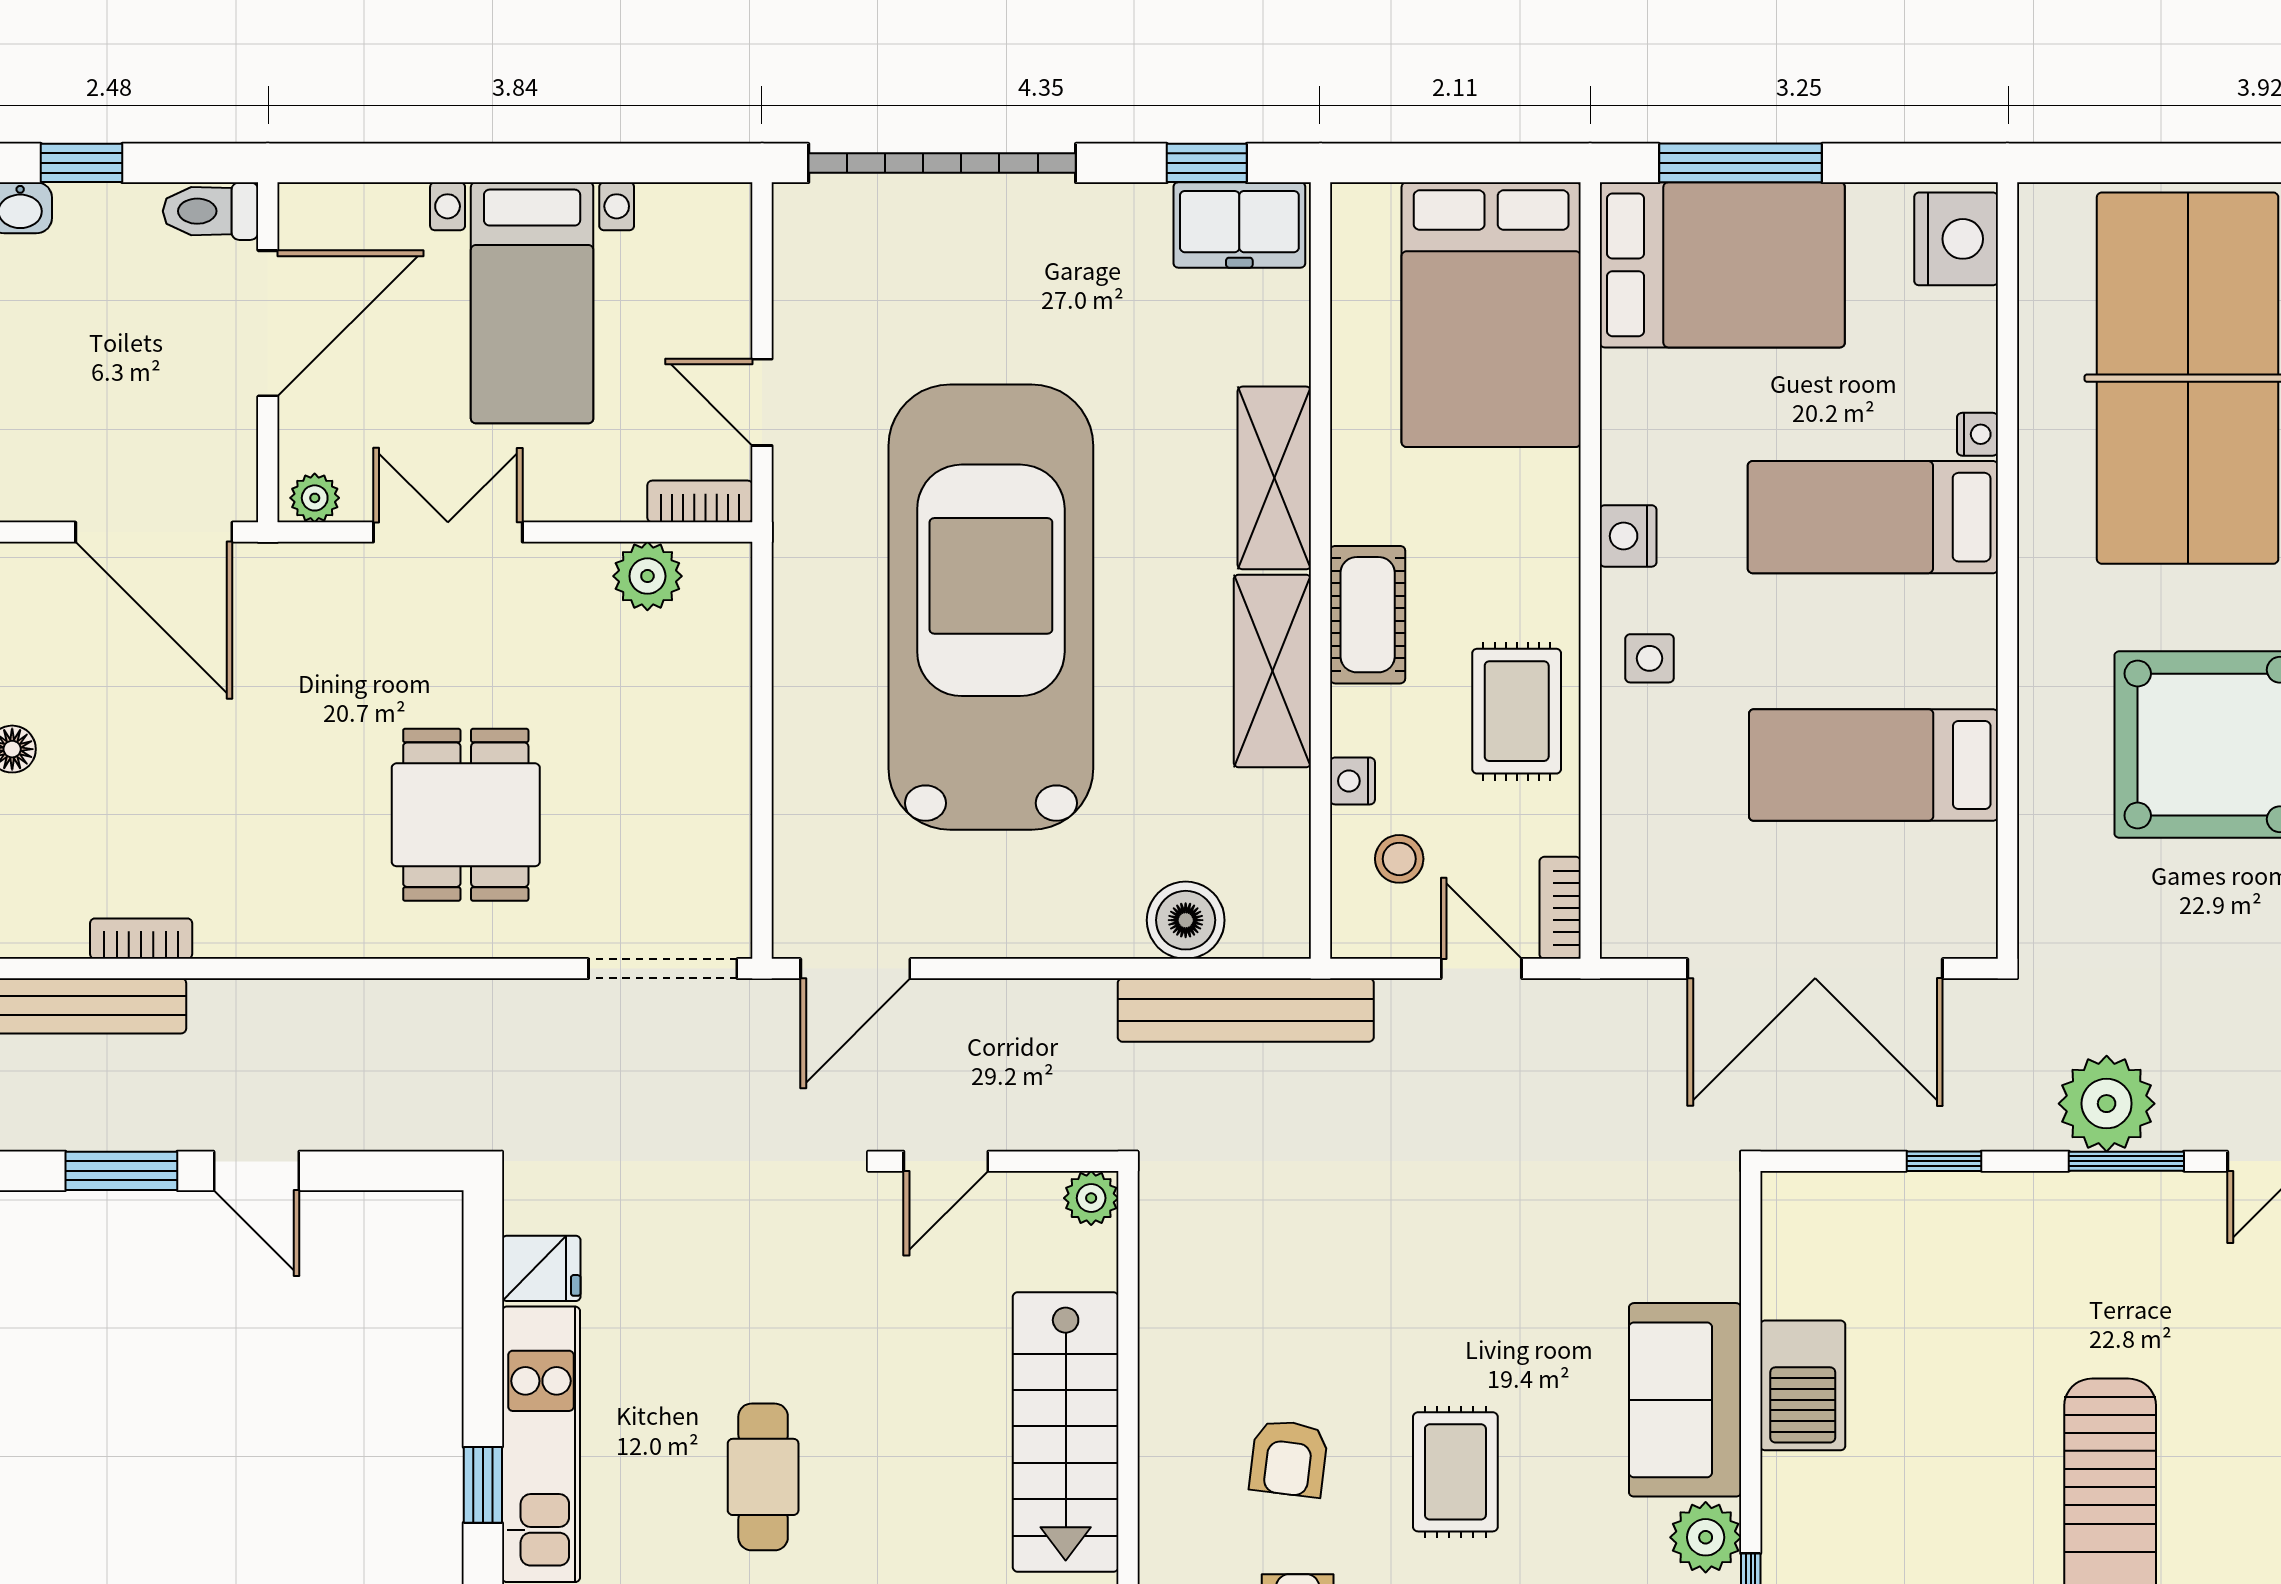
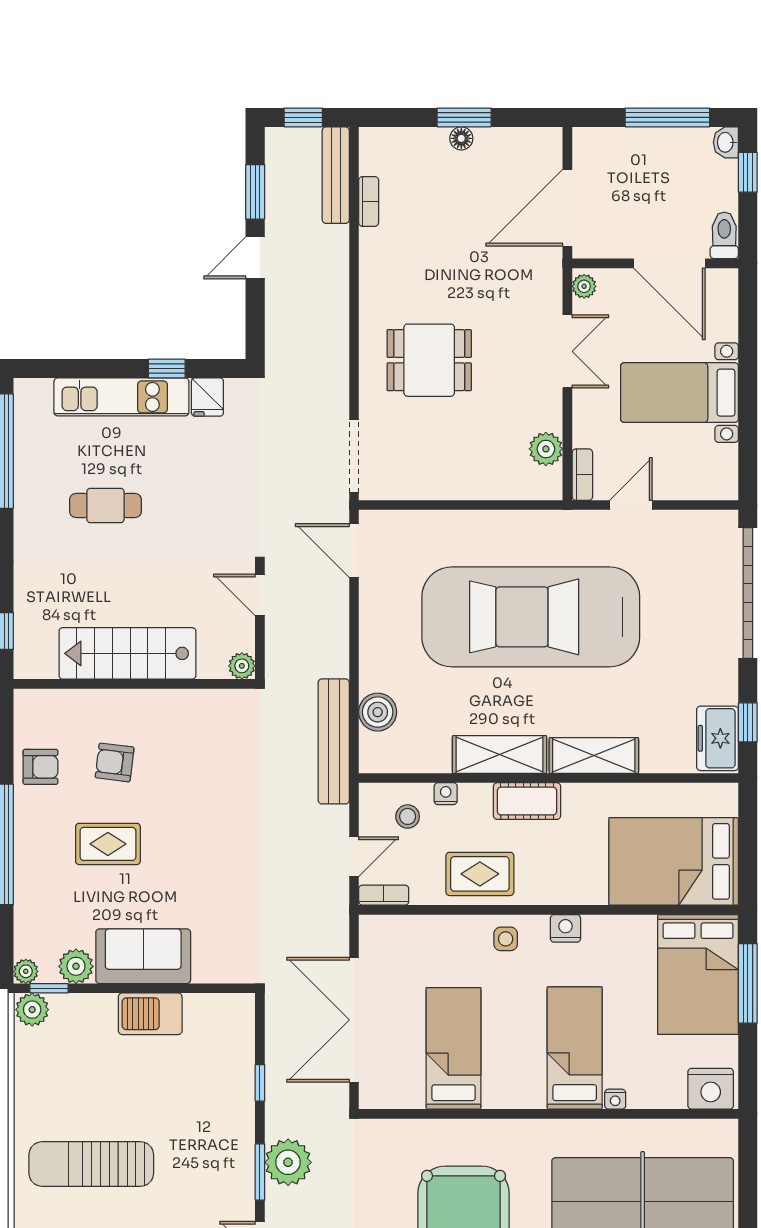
car: (991, 607) -> (531, 617), turned 180
window: (483, 1485) -> (167, 368), moved

